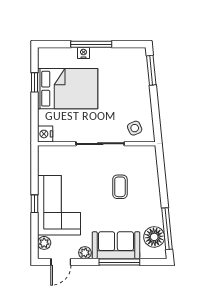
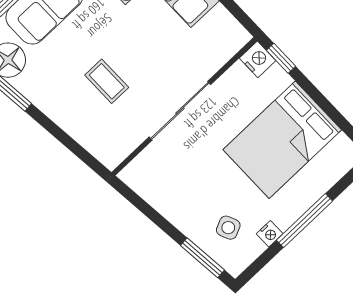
nightstand: (83, 53) -> (270, 234), moved
window: (34, 82) -> (281, 58), moved
side table: (135, 128) -> (228, 228), moved

